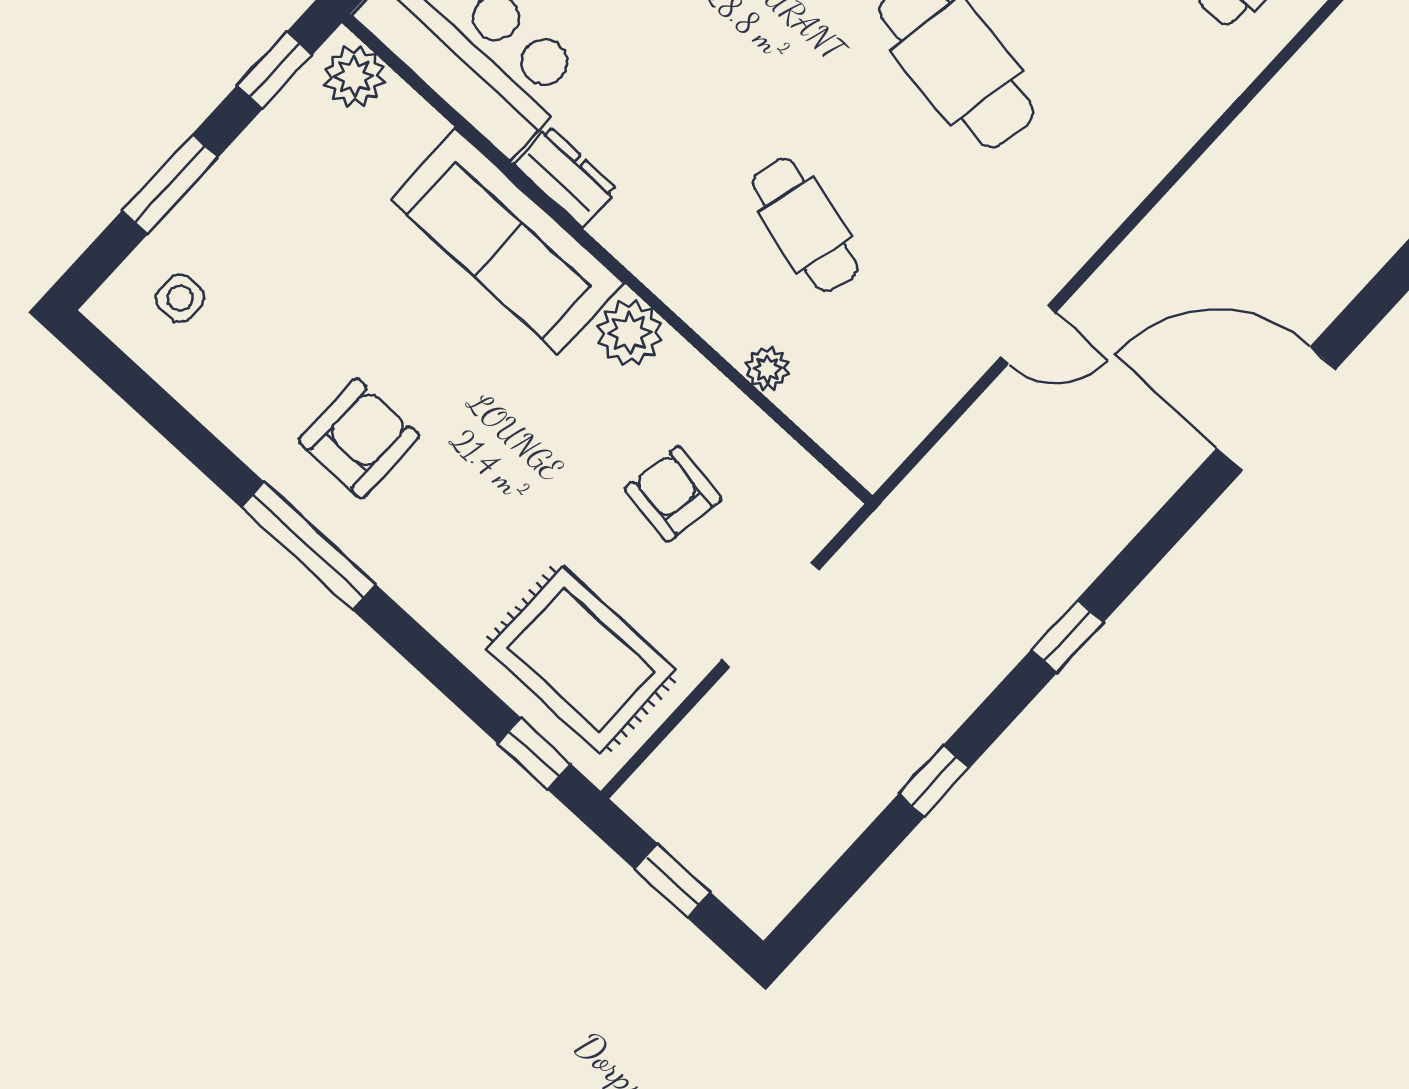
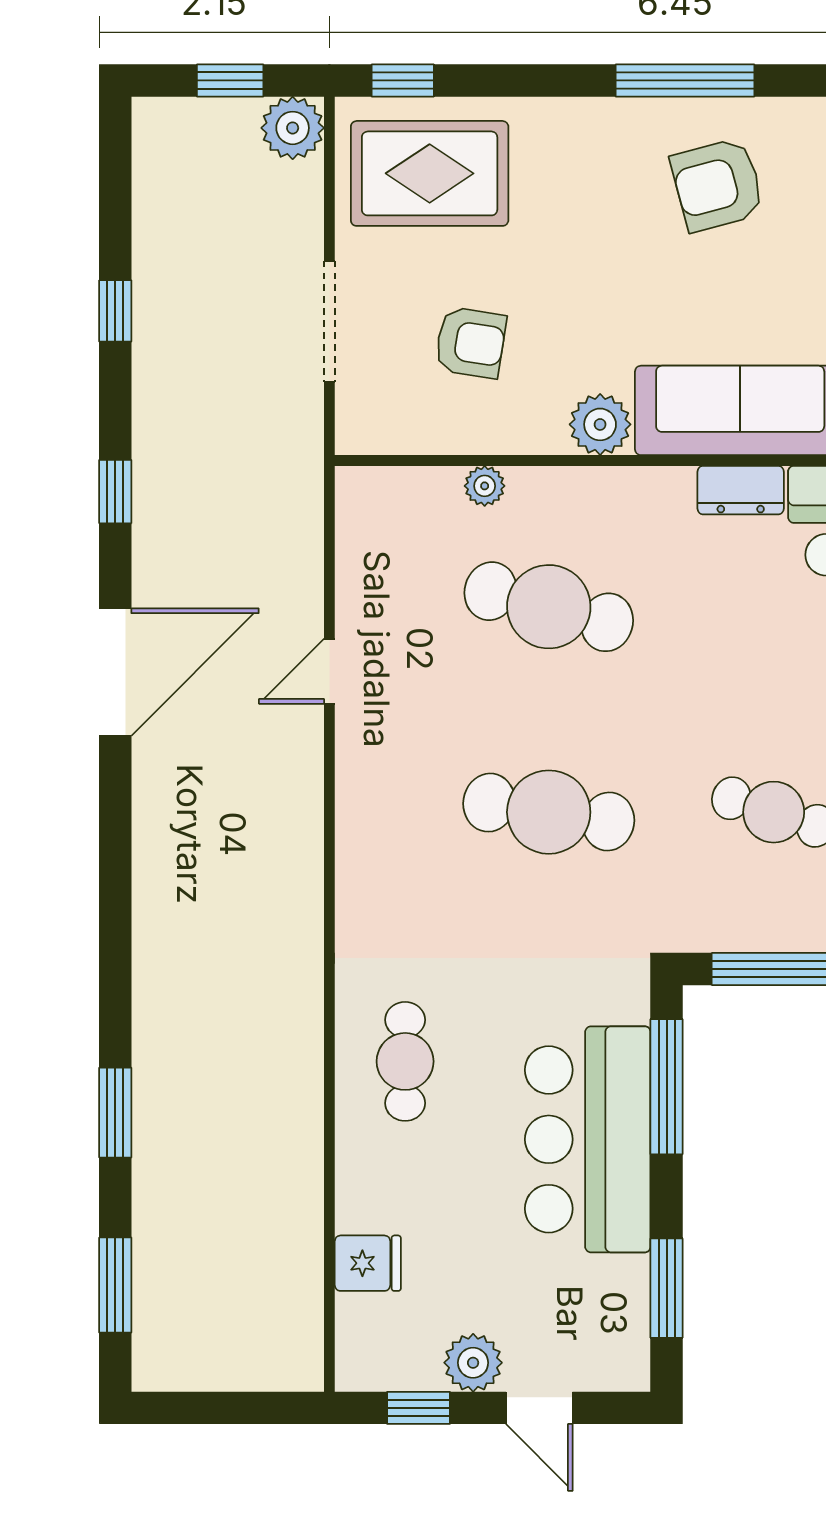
cafe table: (805, 225) -> (549, 607), width x1.37, depth x1.35
door: (1276, 409) -> (115, 672), moved
armchair: (359, 438) -> (718, 185), turned 75
plant: (657, 797) -> (293, 128), added

